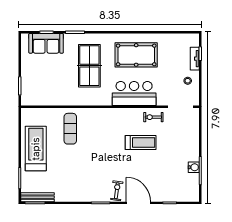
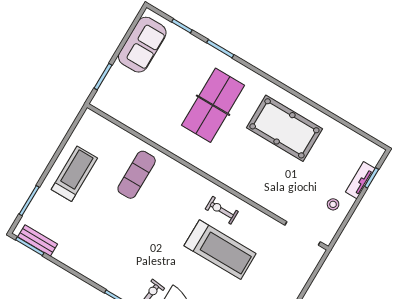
sofa: (46, 43) -> (142, 45), moved, turned -90
bar counter: (134, 93) -> (251, 178), removed
exercise bike: (153, 117) -> (222, 210), moved
treadmill: (141, 143) -> (220, 250), width x1.37, depth x1.38
treadmill: (36, 149) -> (74, 174), width x0.73, depth x0.73
bench: (37, 197) -> (38, 240), width x0.73

